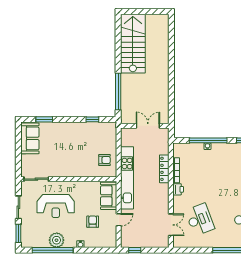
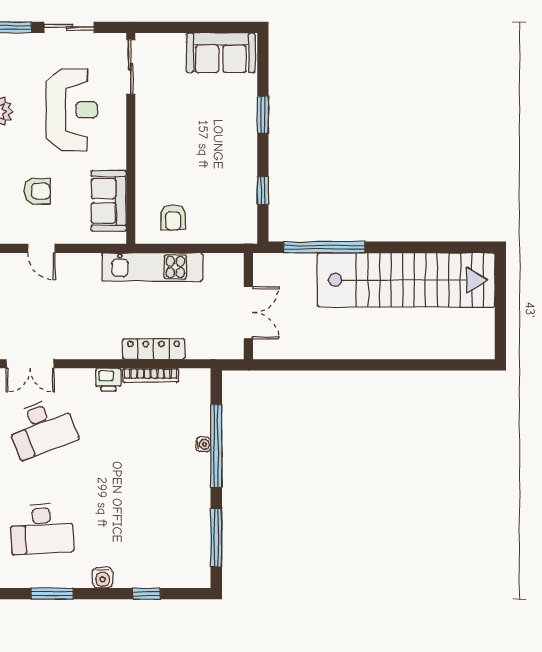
stairs: (133, 44) -> (406, 280), width x1.36
window: (44, 119) -> (263, 115), moved
kitchen unit: (127, 178) -> (152, 267), width x0.73
sofa: (109, 196) -> (109, 201), moved, turned -90
reception desk: (56, 206) -> (72, 110), turned 180

